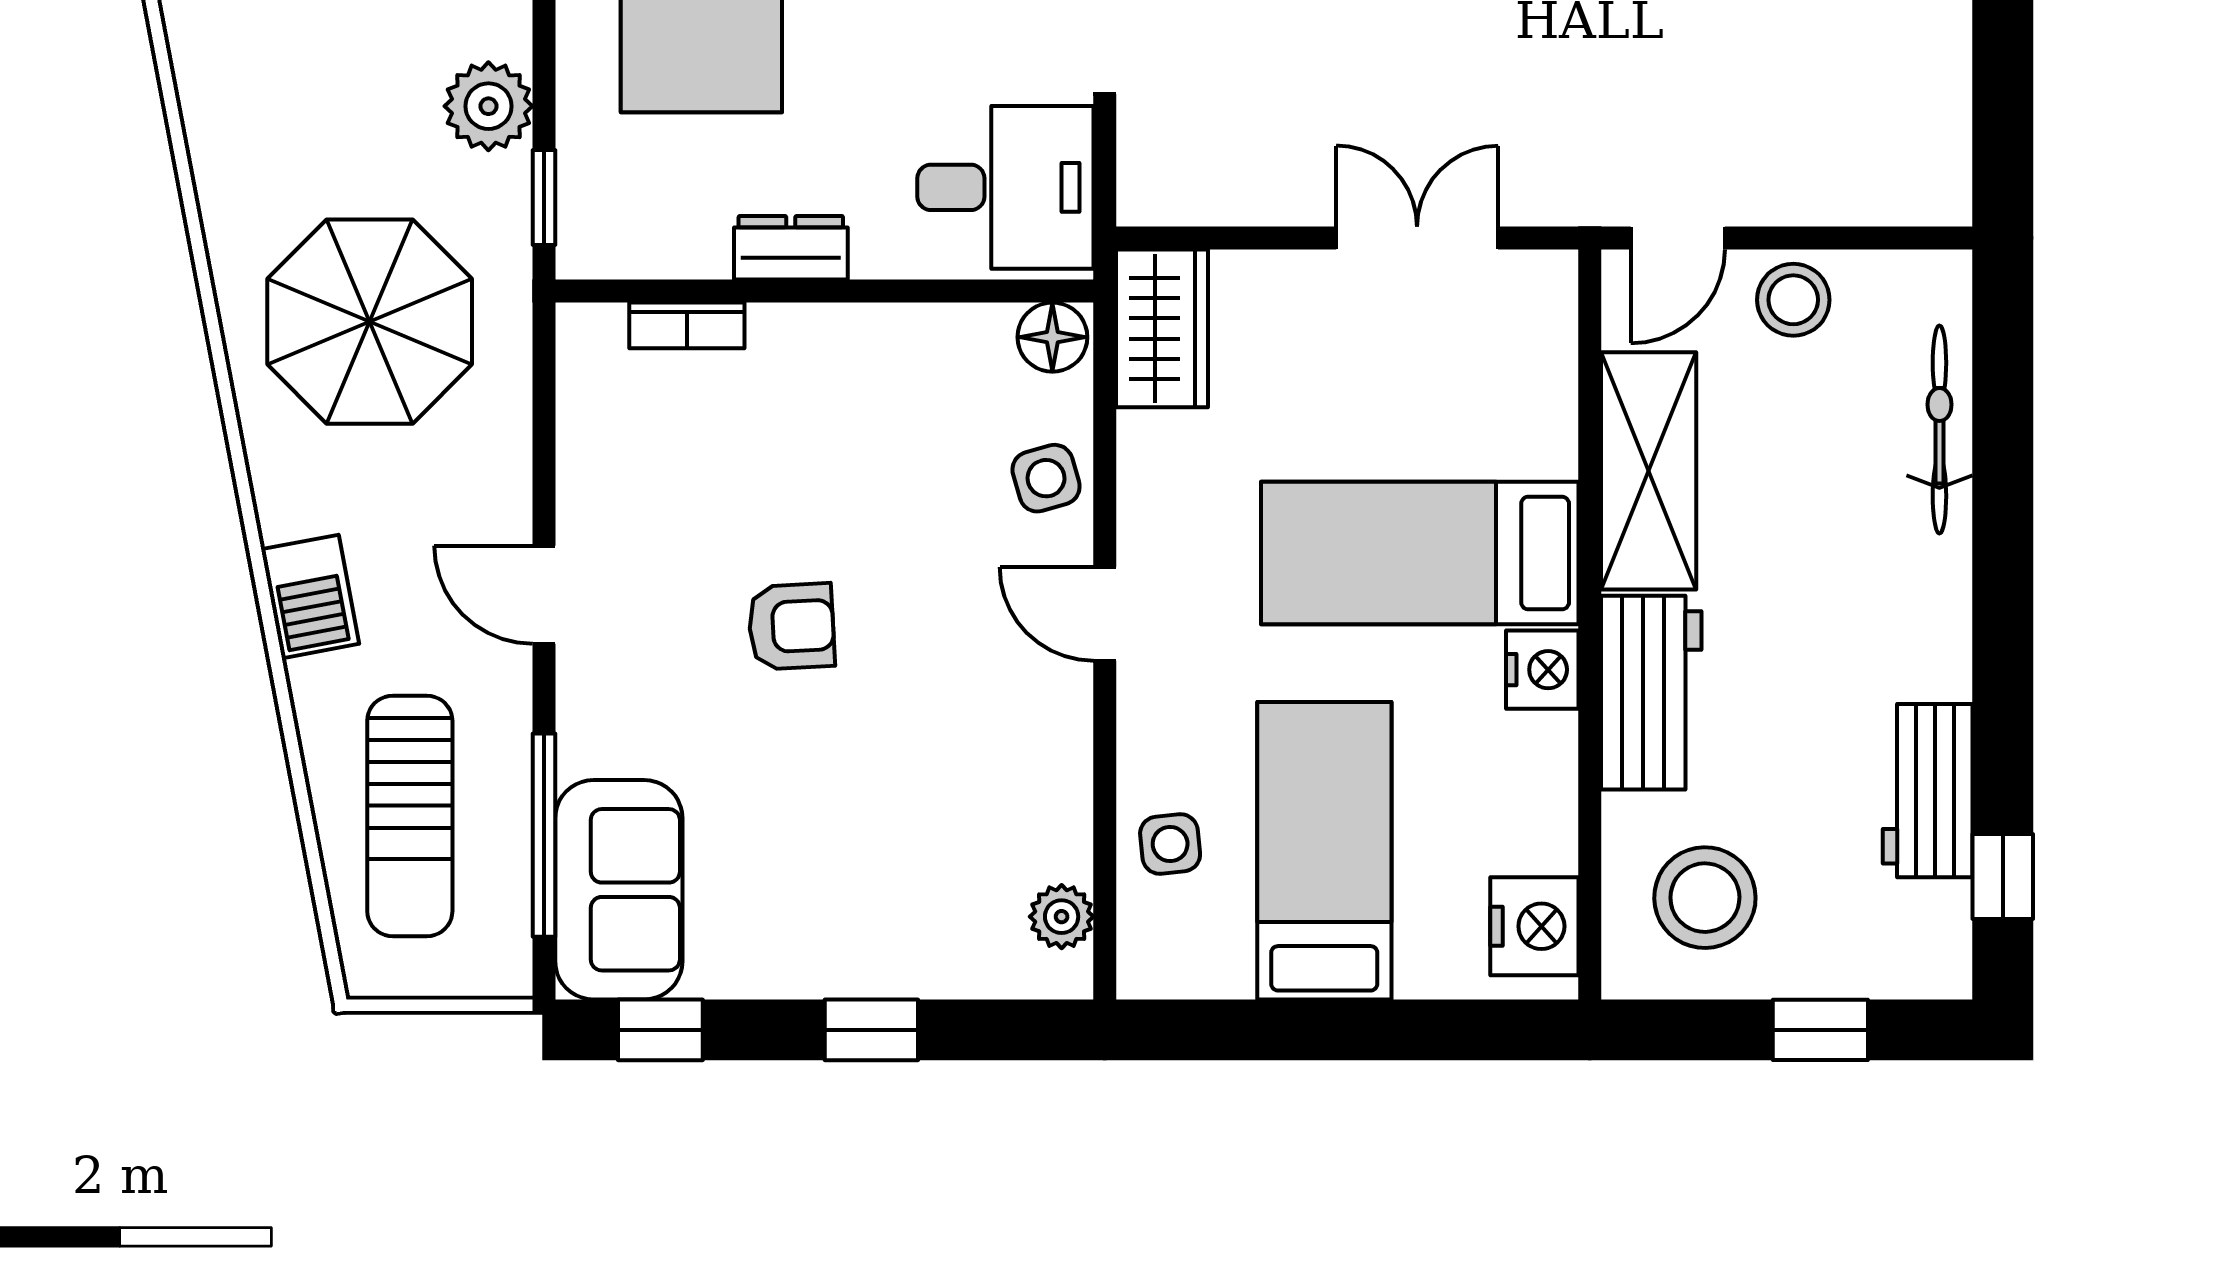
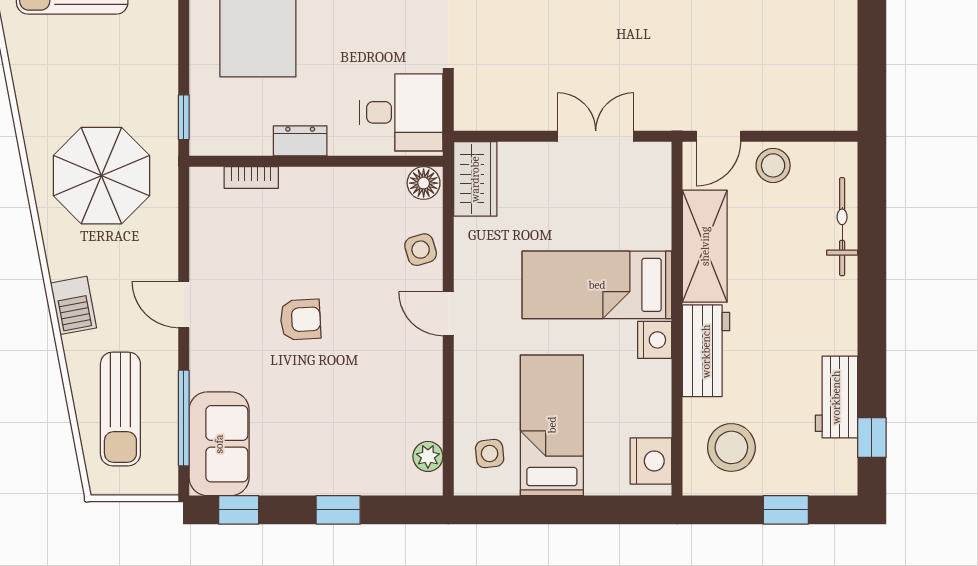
plant: (488, 106) -> (158, 74), removed
side table: (1170, 844) -> (490, 454), moved

